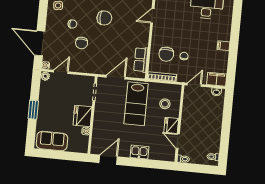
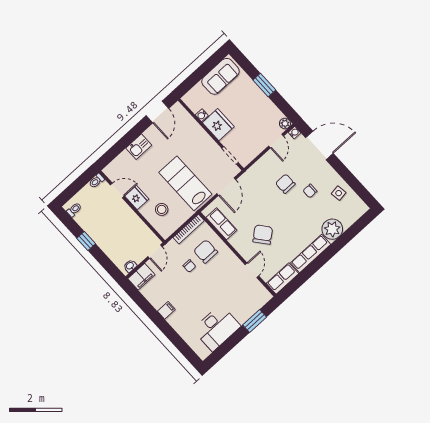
chair: (104, 18) -> (263, 235), moved, turned 141
window: (225, 132) -> (86, 241), added

